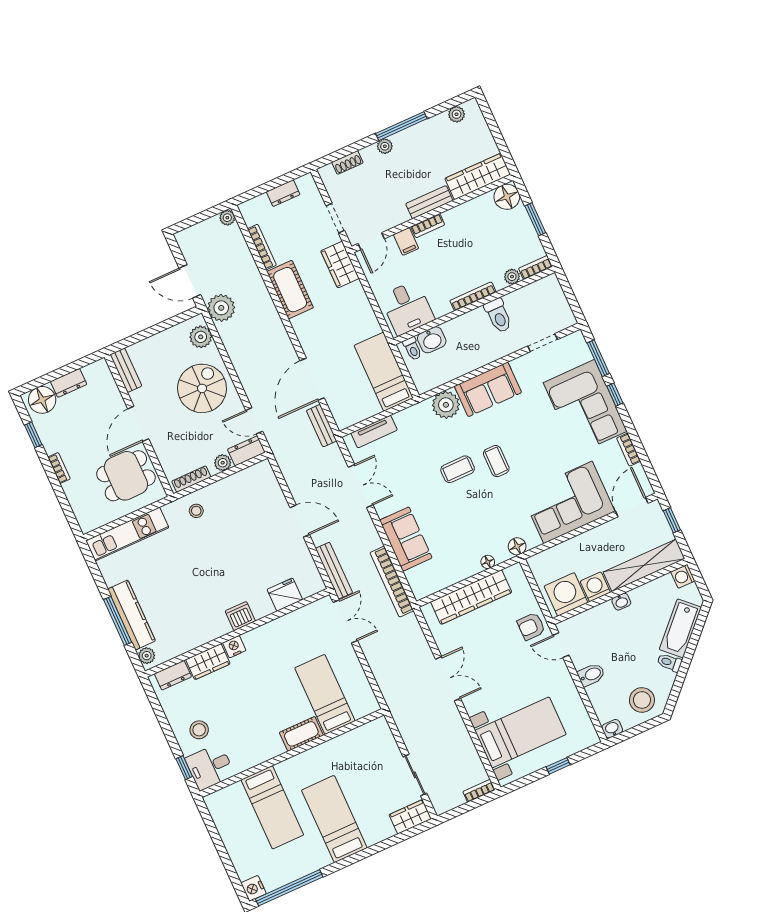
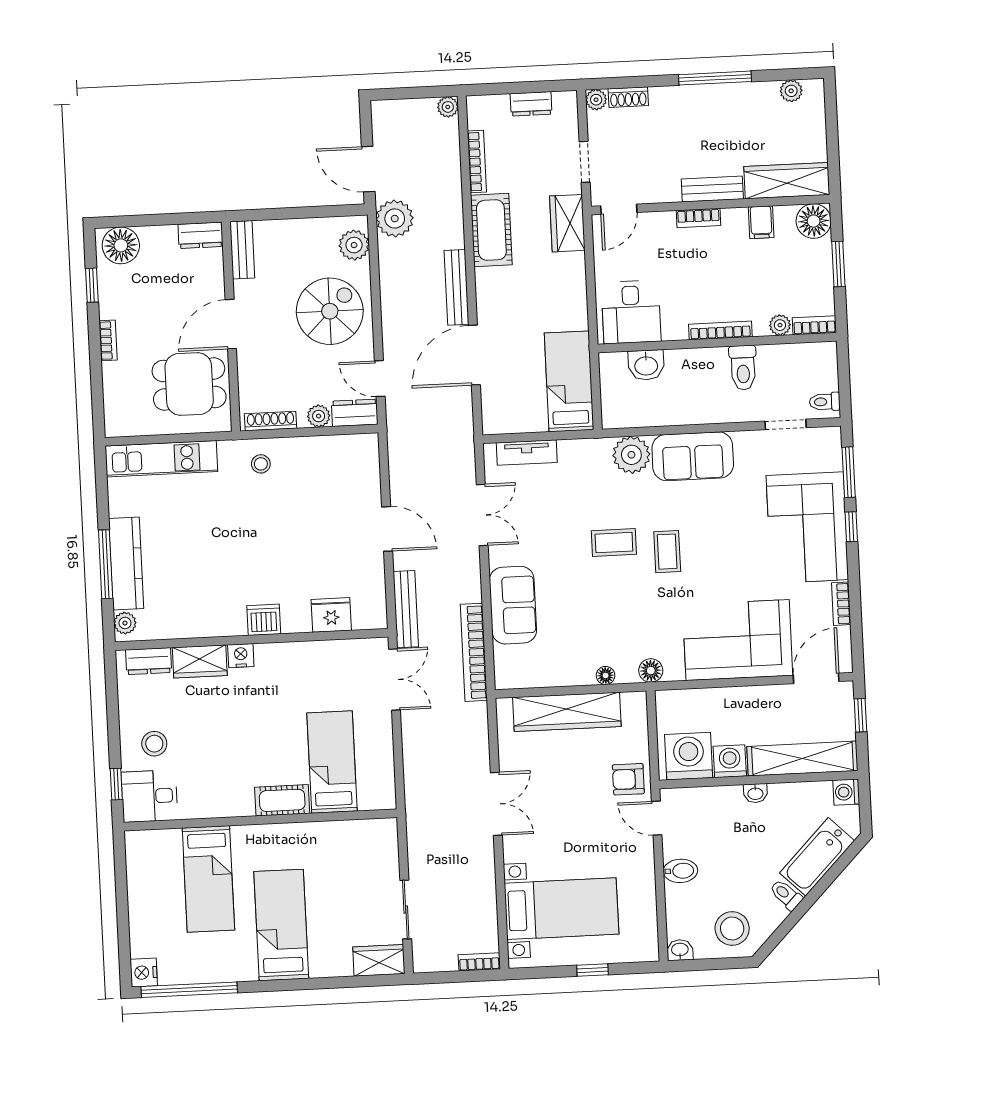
plant: (385, 146) -> (596, 100), moved
filing cabinet: (406, 241) -> (761, 222), moved
toilet: (412, 349) -> (825, 402), moved, turned 90
dresser: (69, 383) -> (201, 235), moved
bench: (322, 426) -> (457, 287), moved, width x1.36

